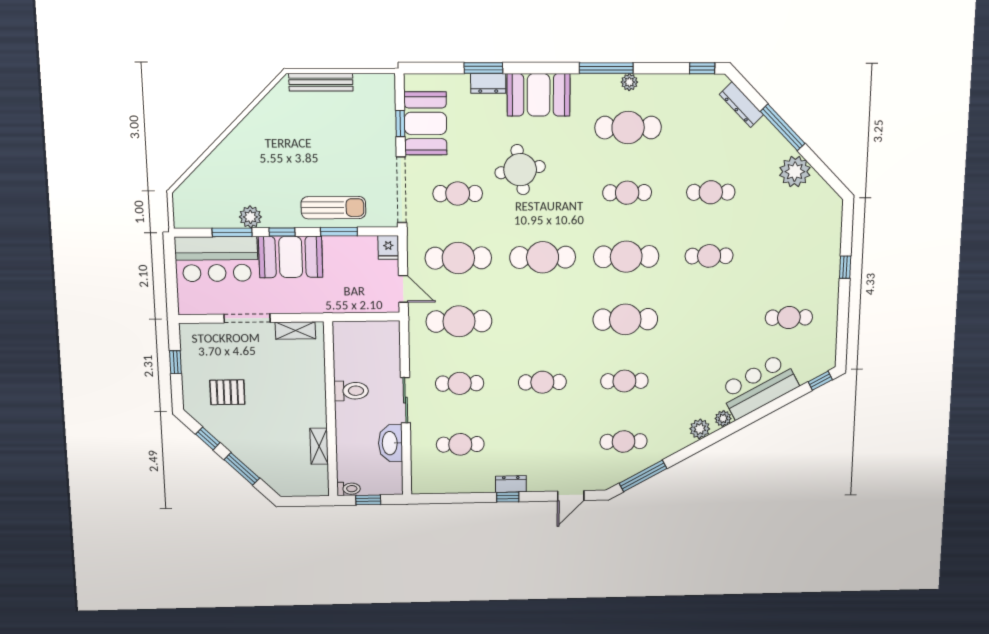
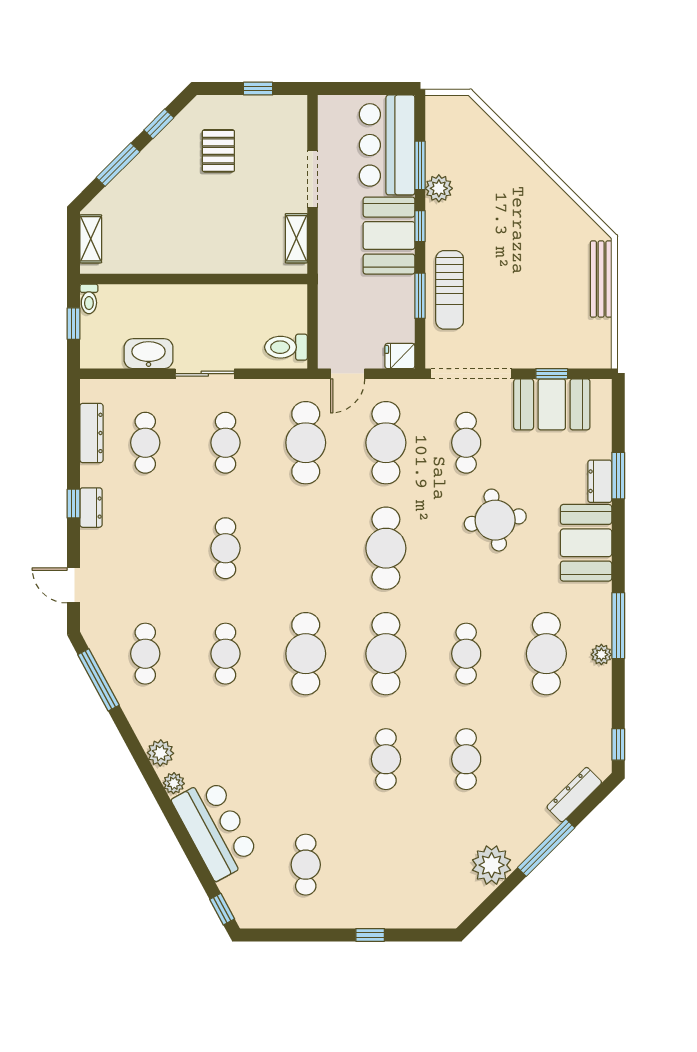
toilet: (351, 391) -> (286, 347), moved, turned 90
shelving: (319, 446) -> (91, 239), moved, turned 90
dresser: (453, 485) -> (91, 433), added

